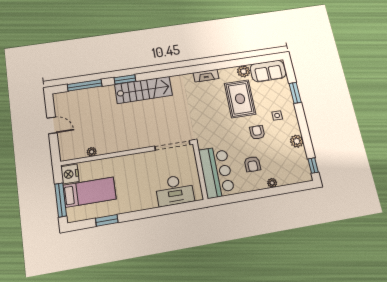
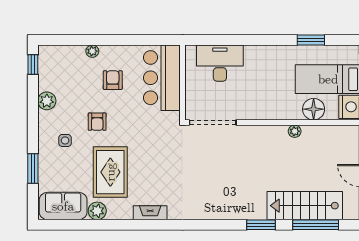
stairs: (143, 90) -> (305, 206), moved
plant: (92, 152) -> (295, 131), moved
floor lamp: (97, 168) -> (314, 109), added

